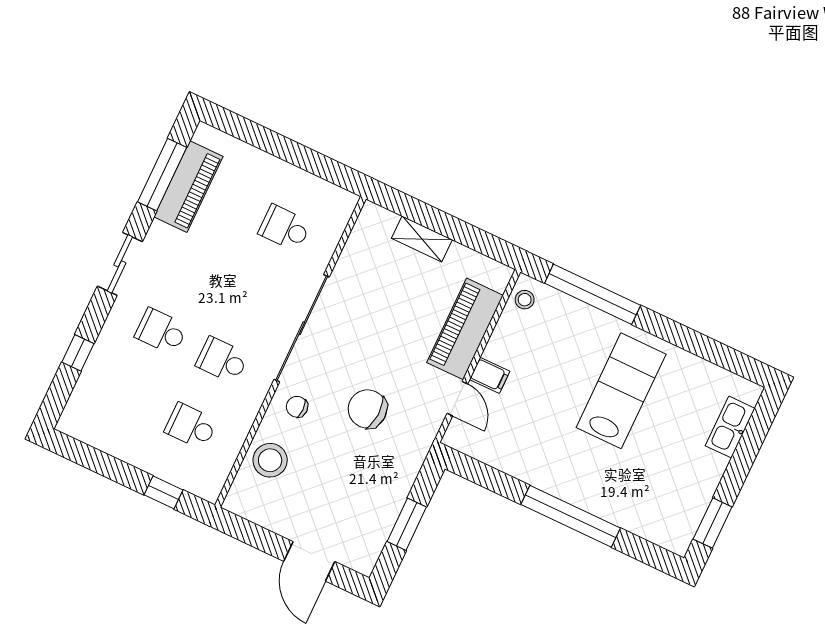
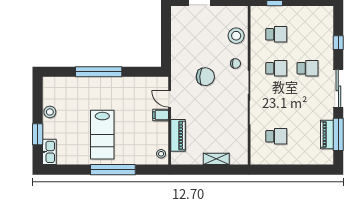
piano: (188, 187) -> (327, 135), width x0.73, depth x0.75
sliding door: (120, 264) -> (338, 88), width x1.37
window: (593, 294) -> (113, 170), moved
piano: (465, 329) -> (178, 135), width x0.73, depth x0.75
kitchen sink: (730, 427) -> (49, 152), moved
stool: (702, 483) -> (50, 112), added
window: (713, 523) -> (38, 134), moved
window: (407, 524) -> (166, 36), removed

